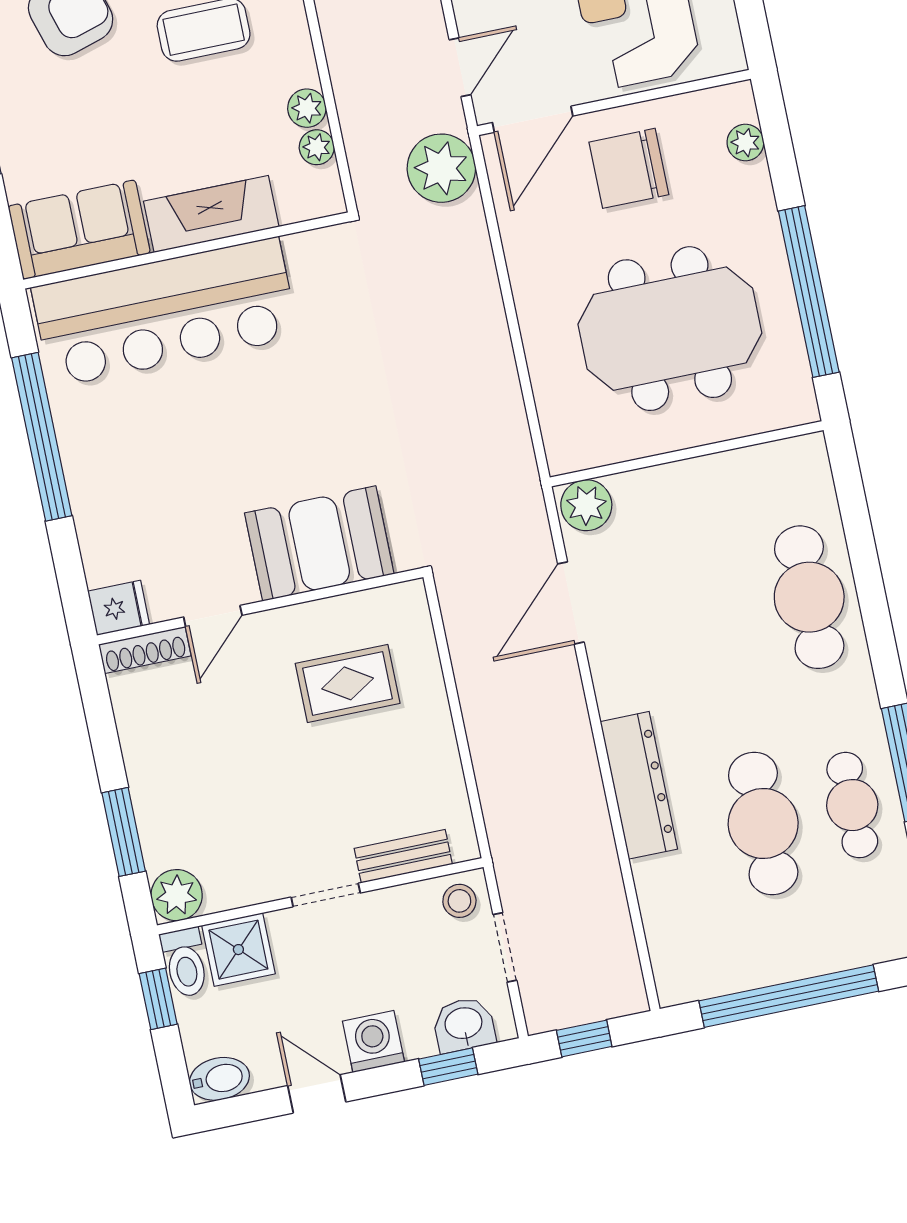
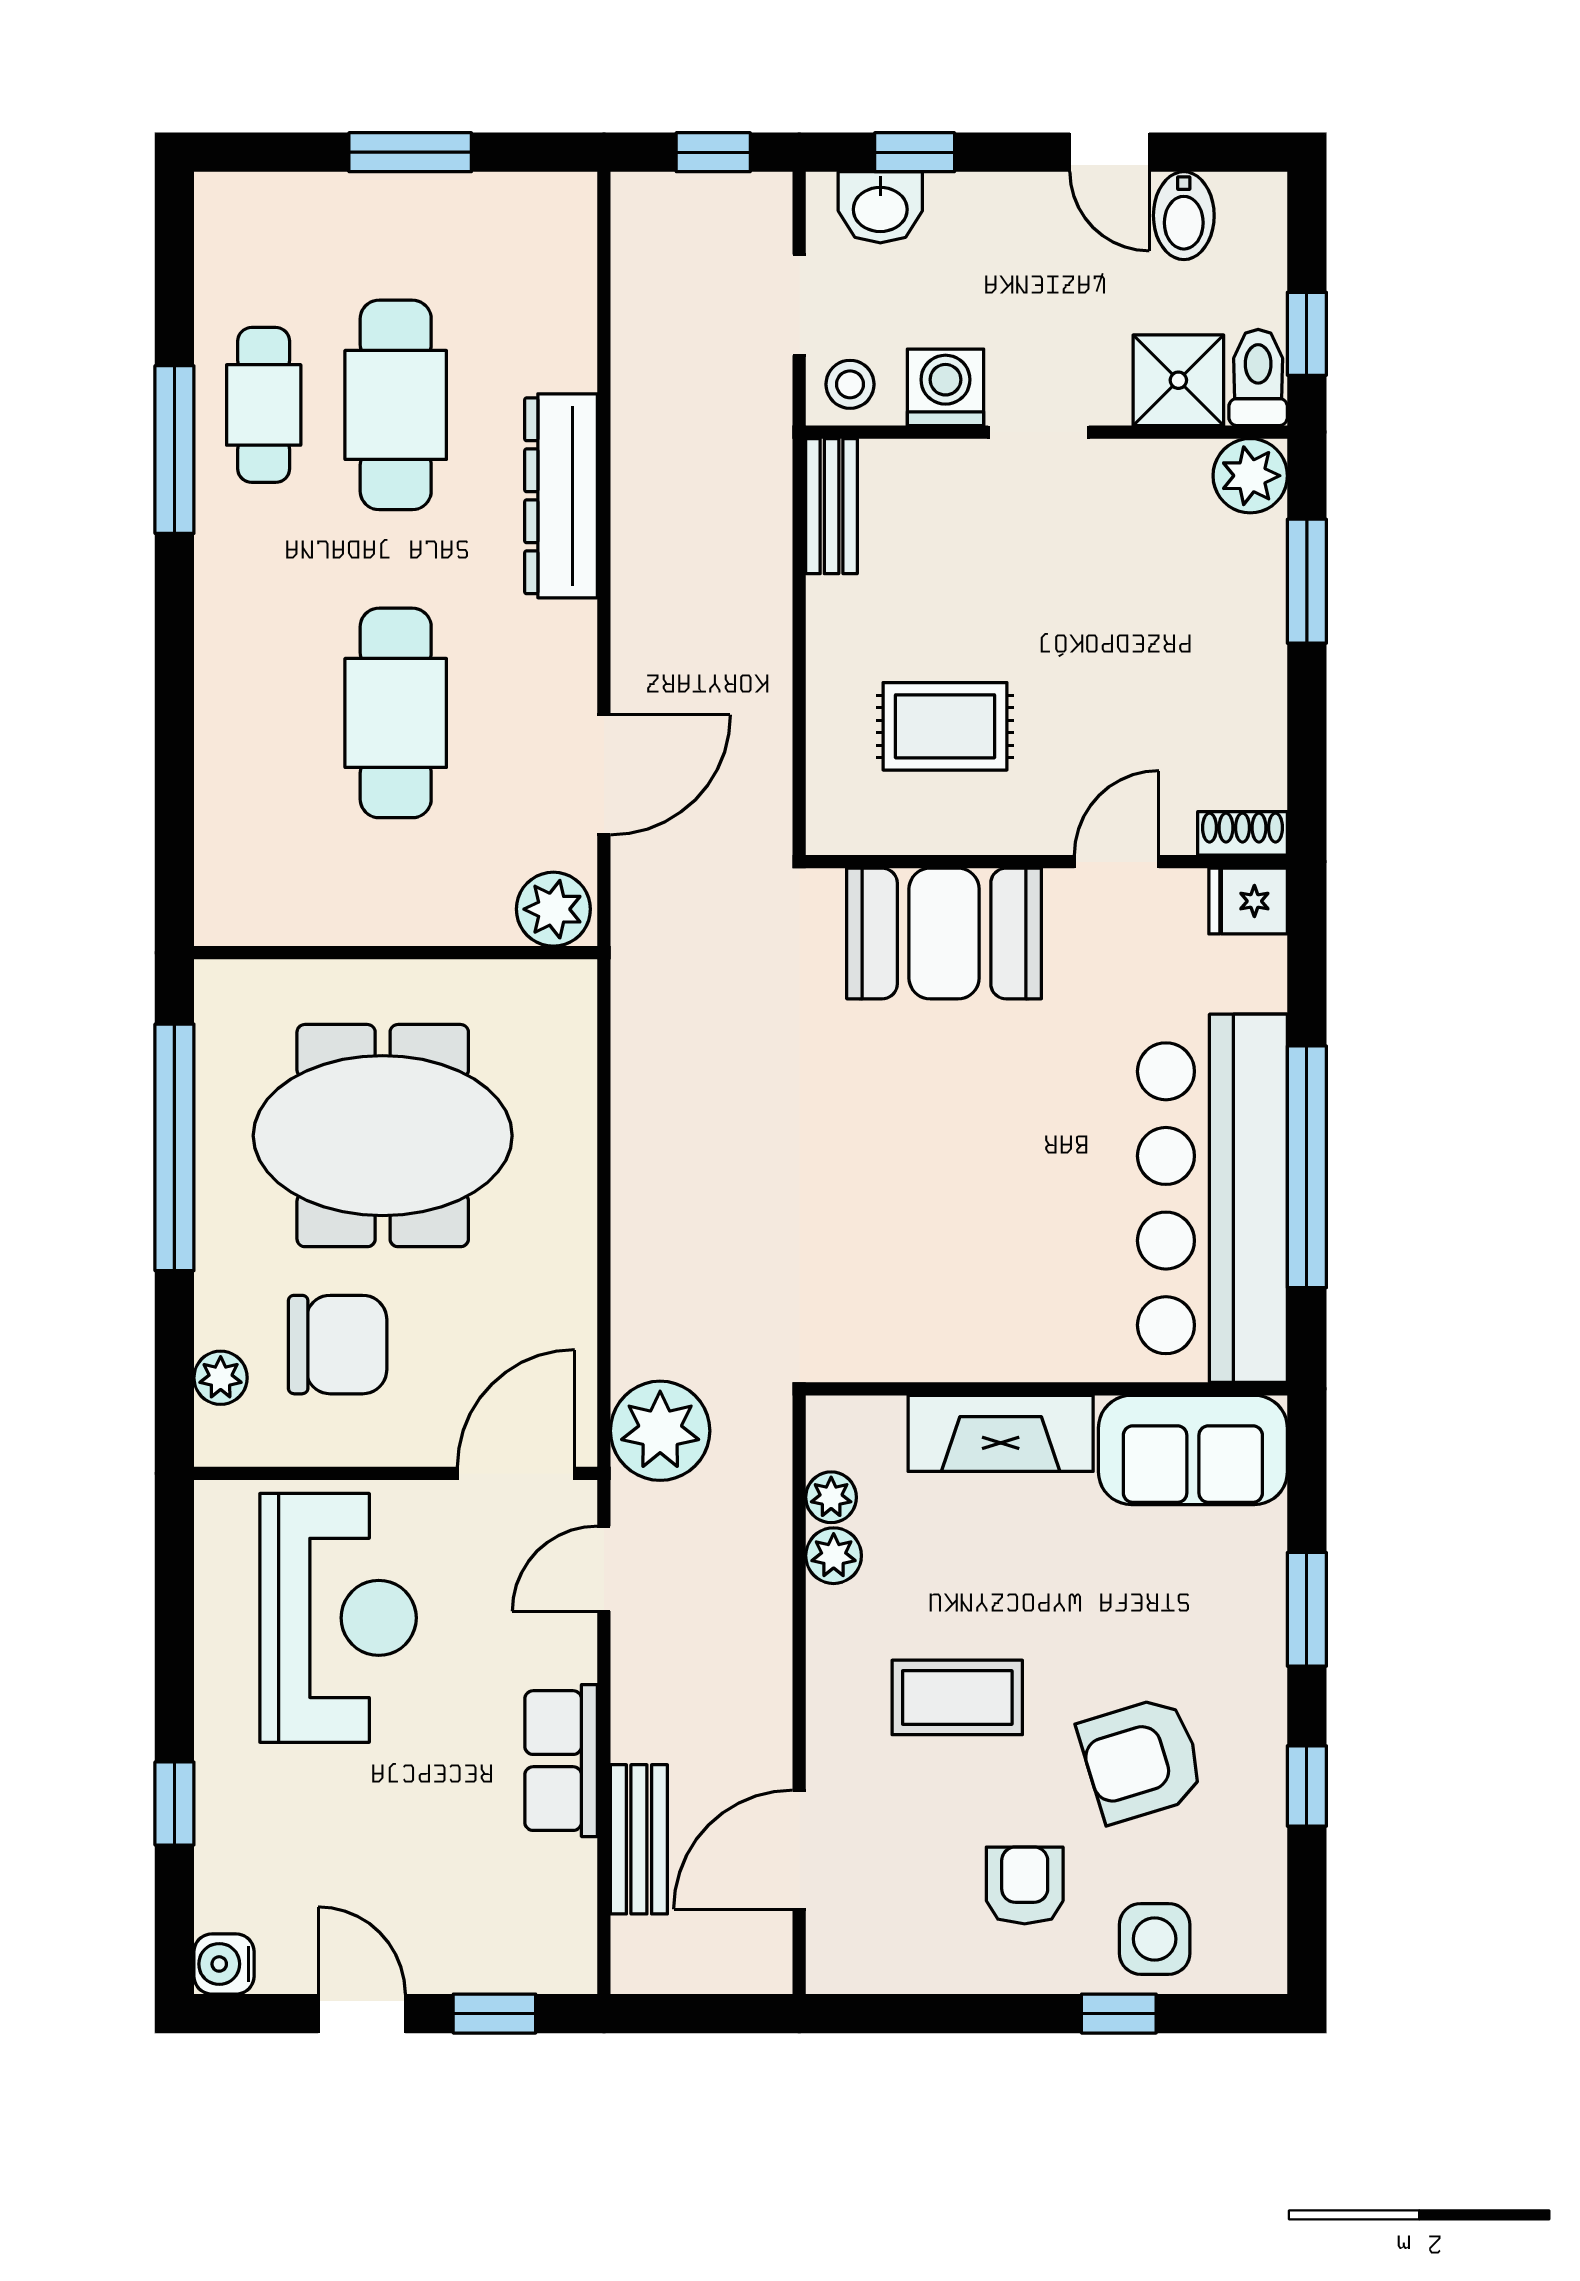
chair: (629, 168) -> (338, 1345), moved
bar counter: (165, 312) -> (1212, 1198), moved, turned -90
cafe table: (809, 597) -> (396, 713), moved
shoe rack: (145, 650) -> (1243, 833), width x0.70
bench: (403, 856) -> (832, 506), moved, turned 90
window: (789, 996) -> (410, 152), width x0.47
washing machine: (373, 1041) -> (945, 387), moved, turned 180
bidet: (219, 1079) -> (1184, 216), moved, turned -90

